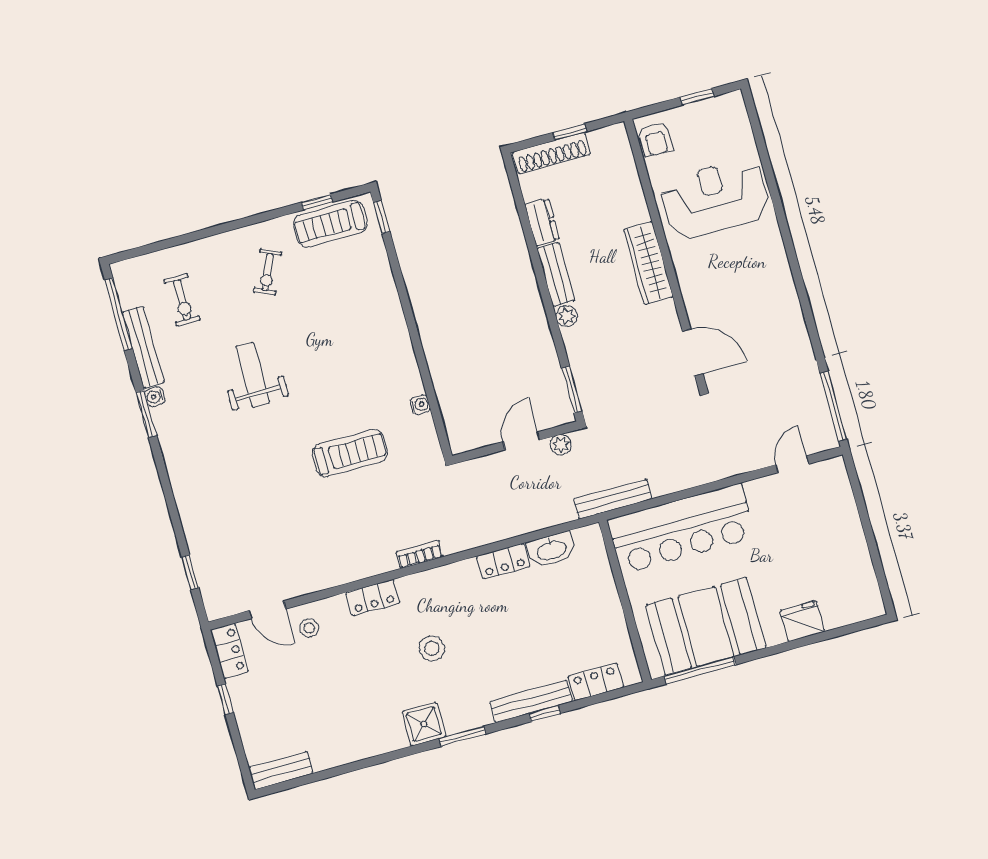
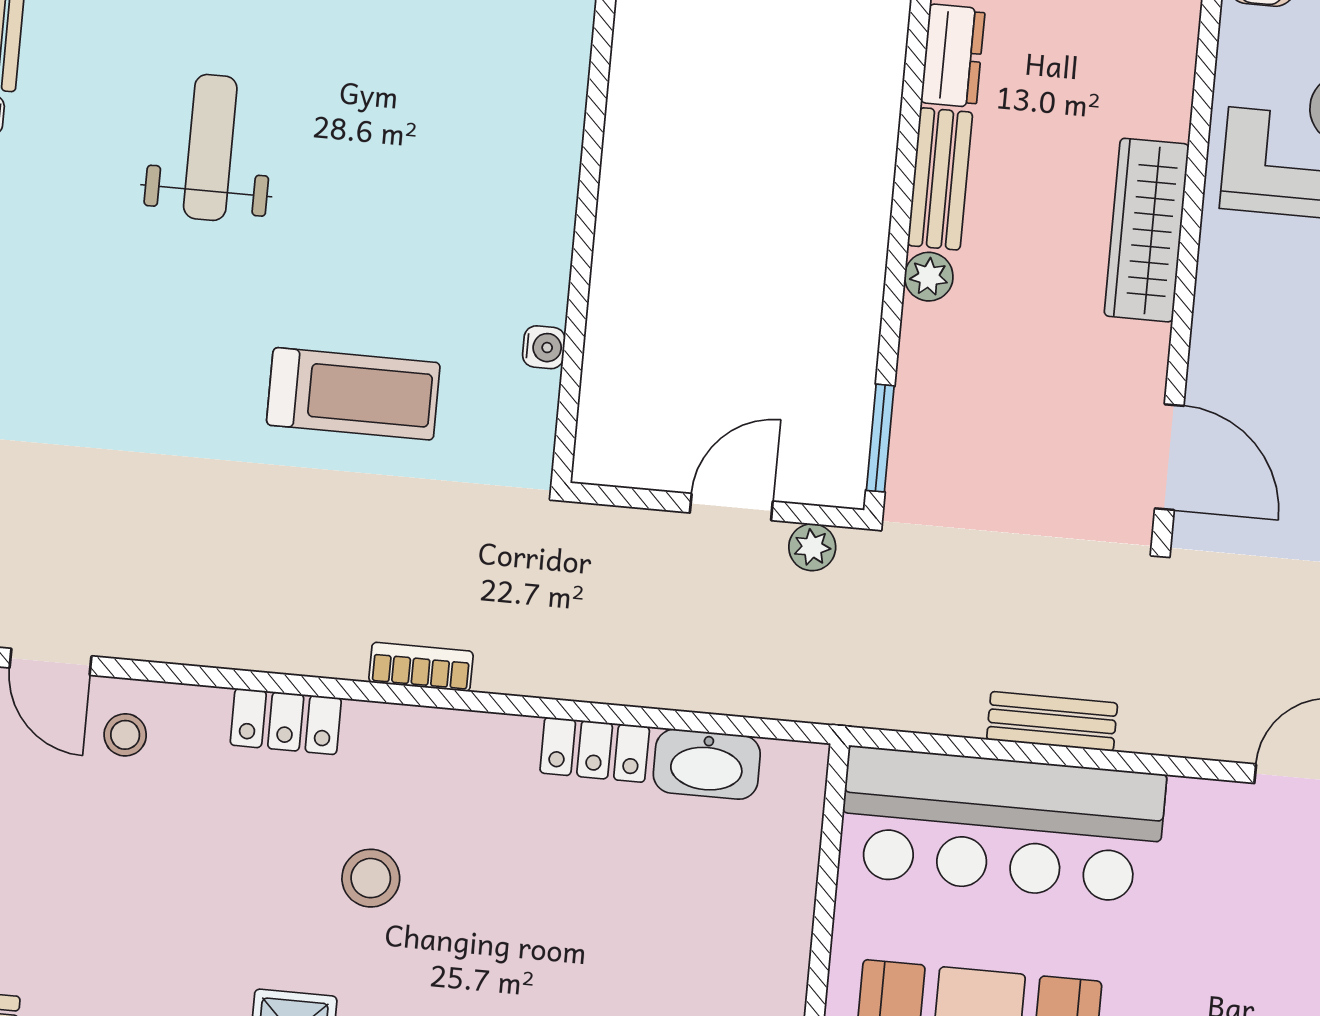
bench: (613, 499) -> (1052, 721), moved, width x0.73

